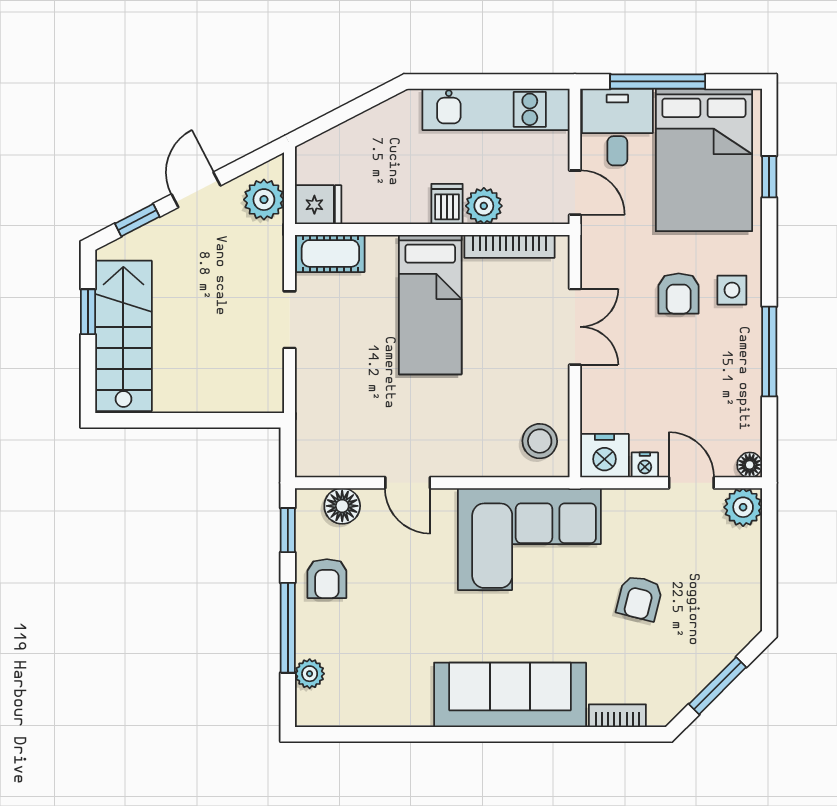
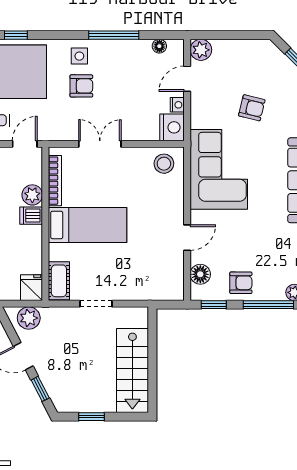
stairs: (123, 336) -> (132, 370), moved, turned -90
floor lamp: (750, 465) -> (159, 46), moved

